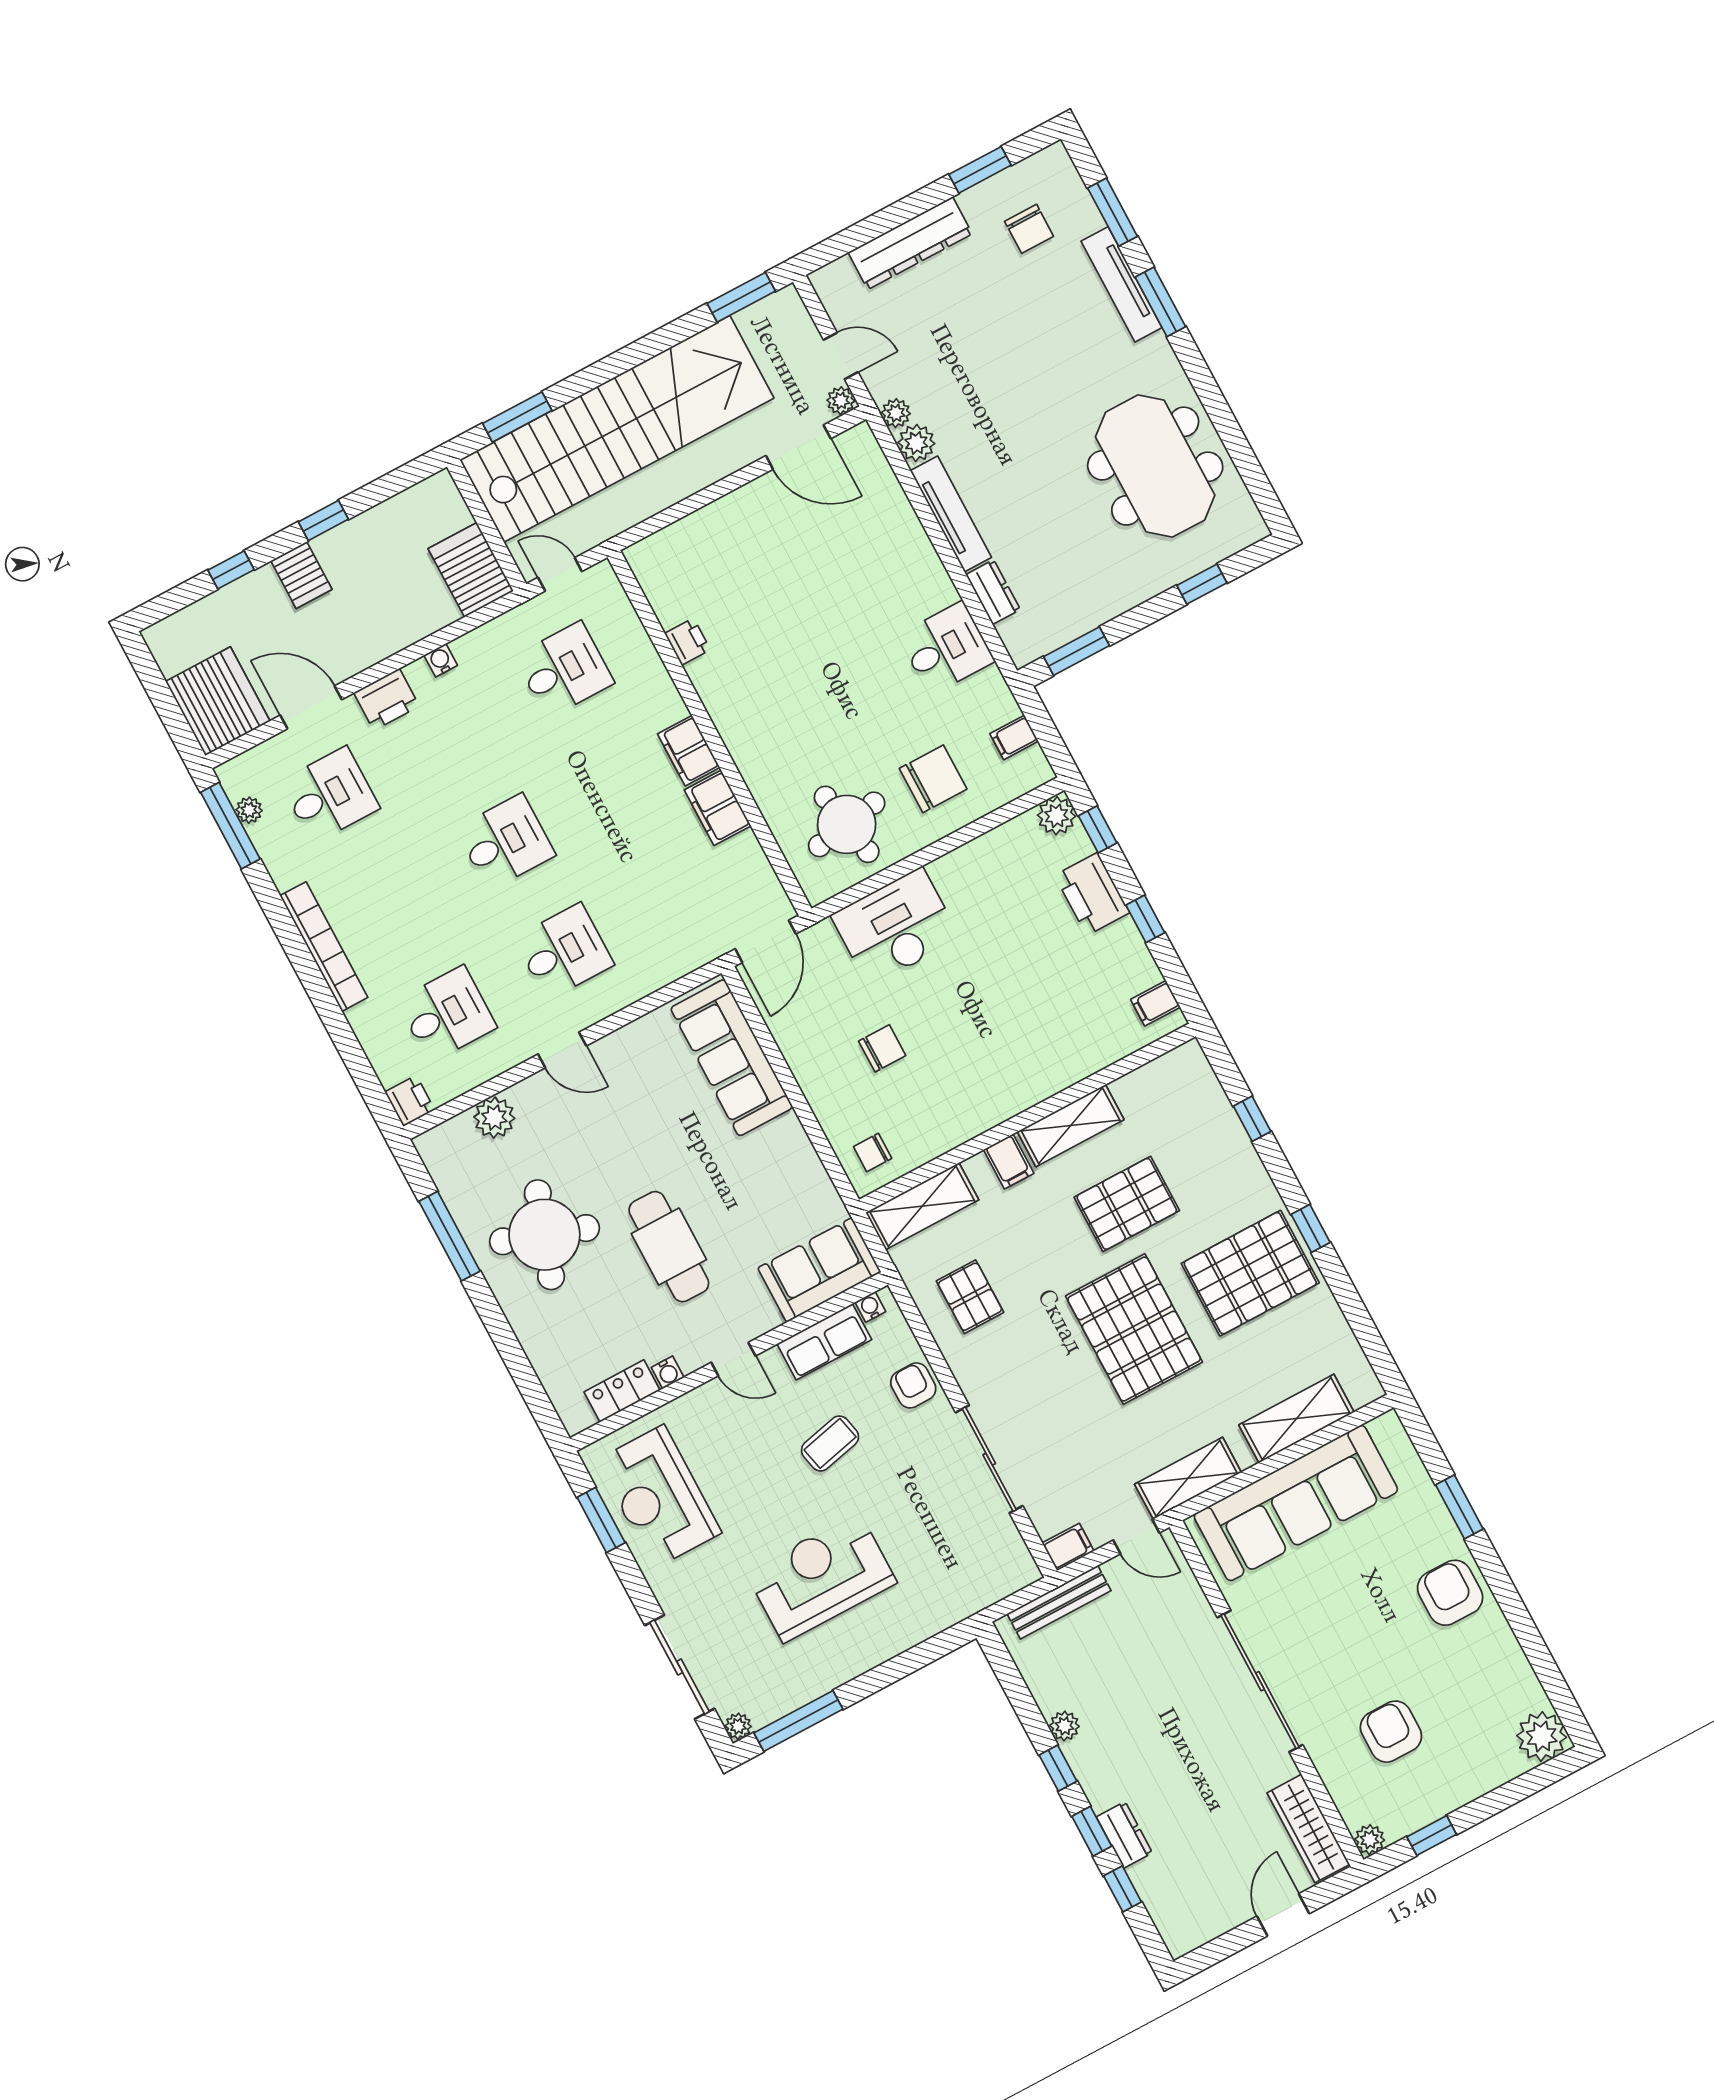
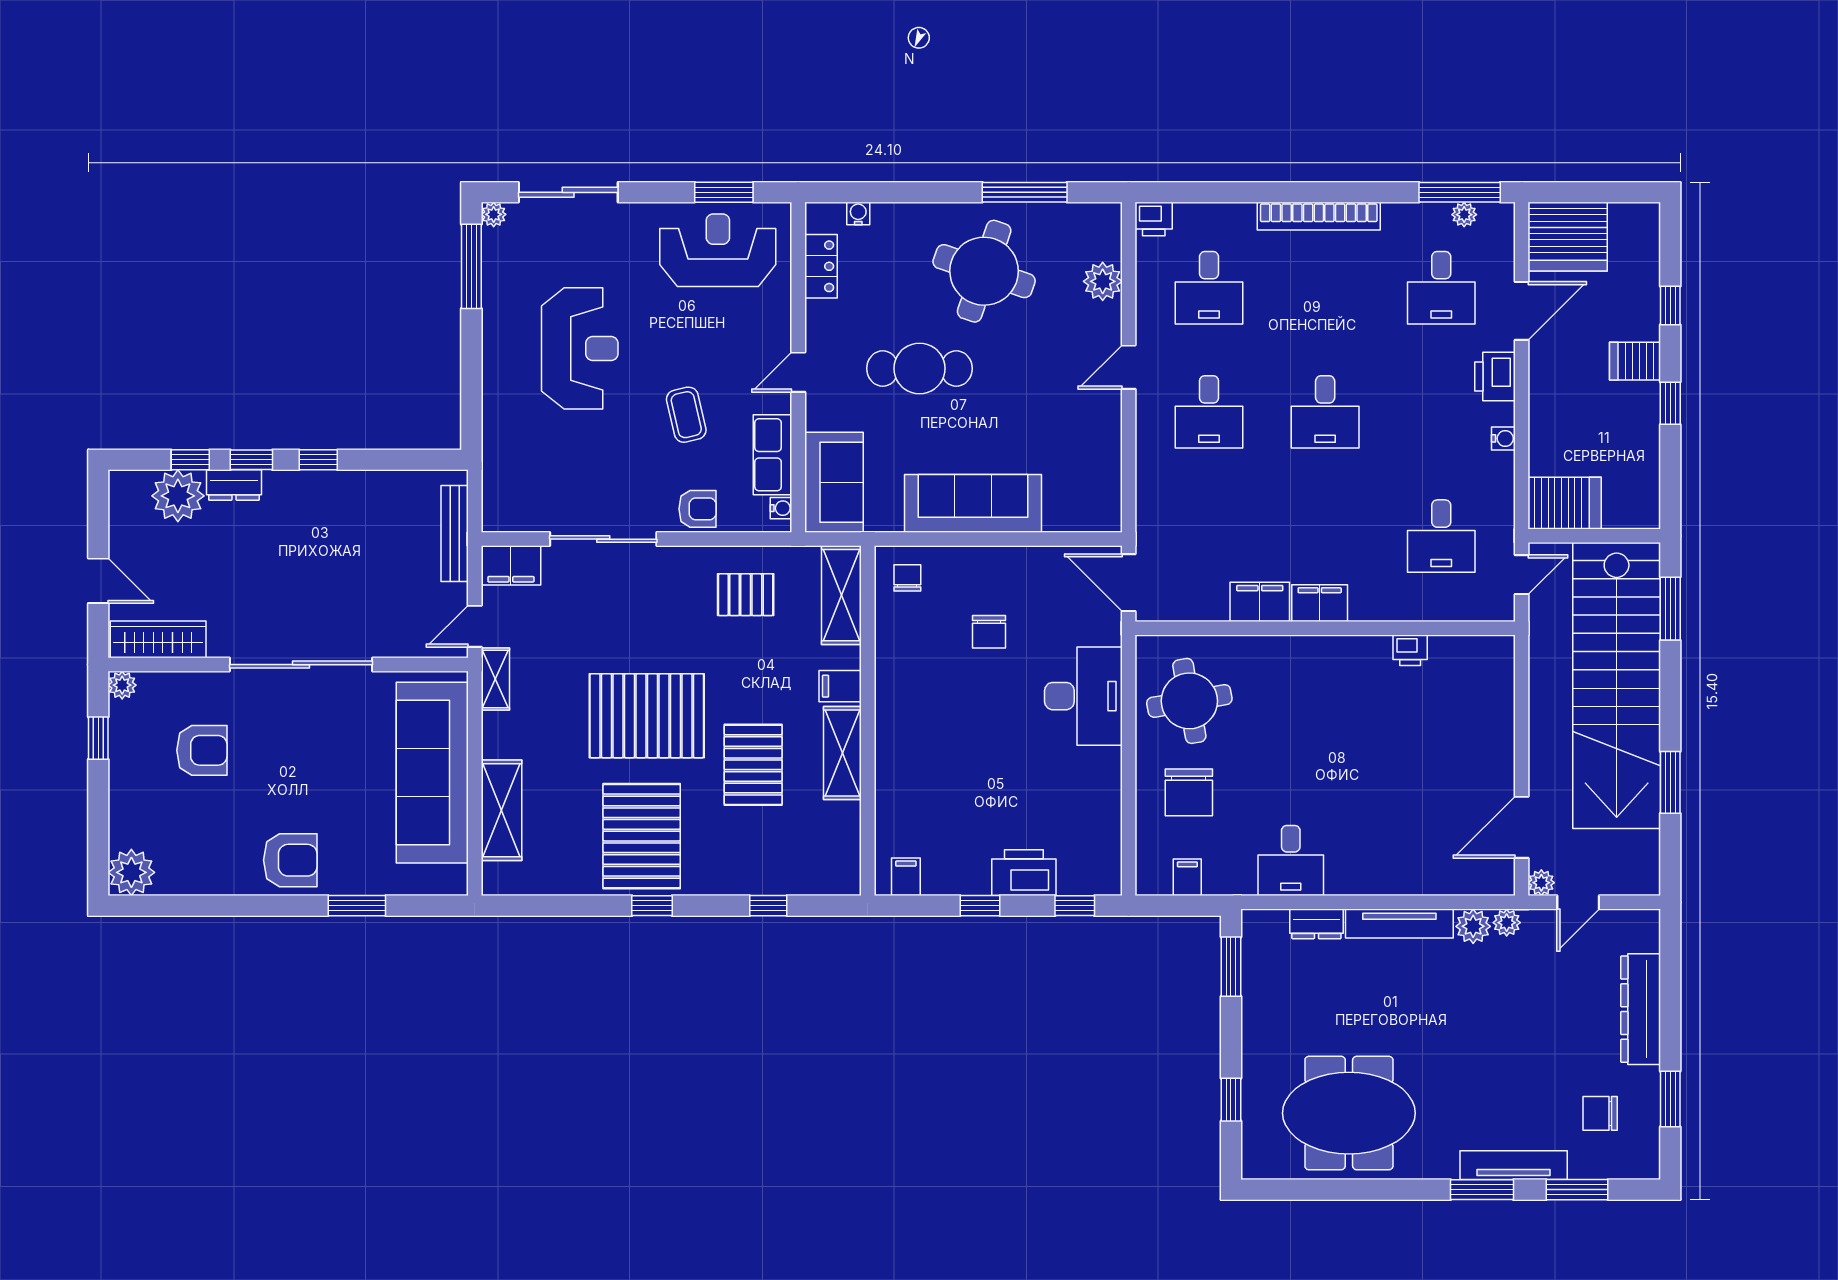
window: (741, 297) -> (1670, 782), moved
plant: (1057, 816) -> (1104, 878), removed
sofa: (732, 1058) -> (973, 503), moved
water cooler: (668, 1372) -> (858, 214), moved, turned 90
shelving: (1188, 1478) -> (495, 679), width x0.67, depth x0.75
filing cabinet: (1068, 1547) -> (511, 565), width x2.00
plant: (1064, 1726) -> (178, 496), moved, width x1.88, depth x1.88

